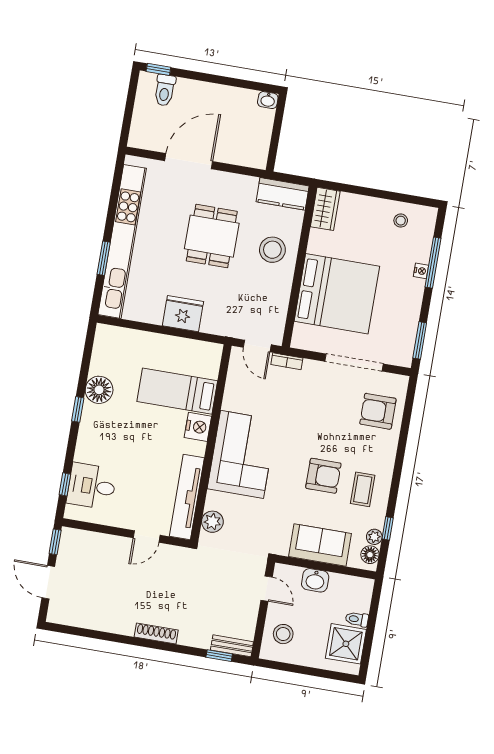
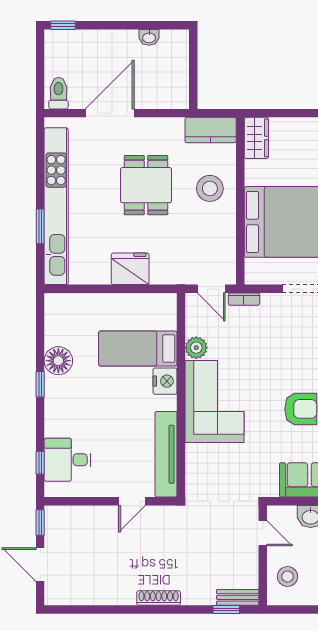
toilet: (165, 90) -> (59, 93), moved, turned 180
washbasin: (268, 100) -> (149, 37), moved
plant: (212, 522) -> (196, 348), moved

